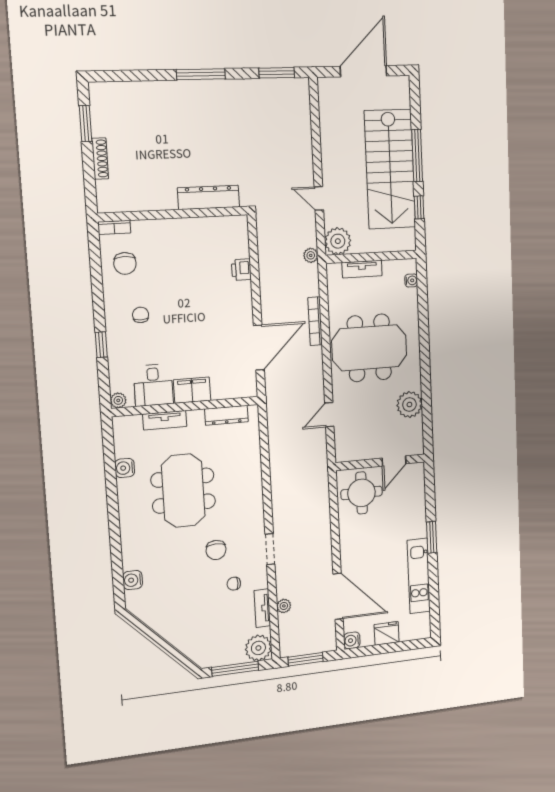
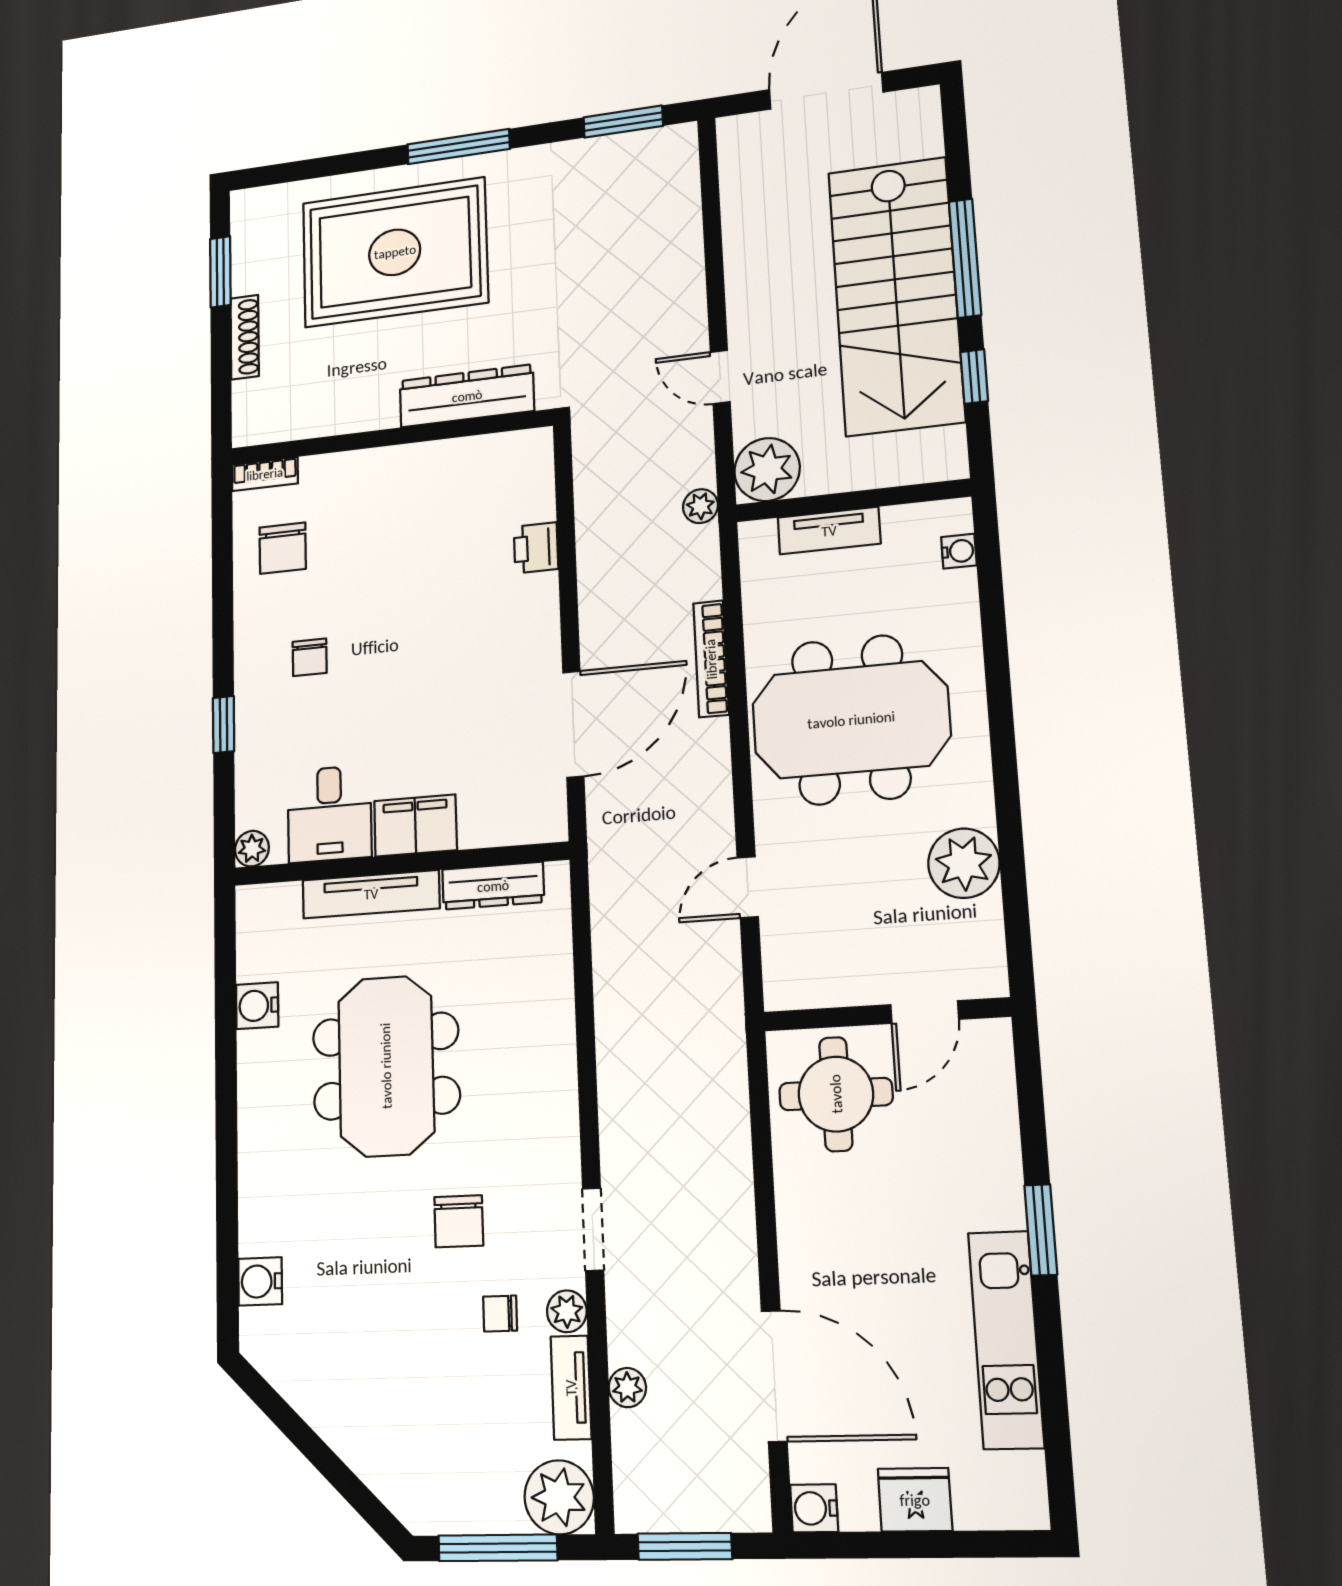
rug: (172, 124) -> (395, 252), added
chair: (141, 315) -> (310, 657), turned 180
tv unit: (165, 420) -> (371, 894), width x1.41
plant: (260, 580) -> (567, 1311), added

